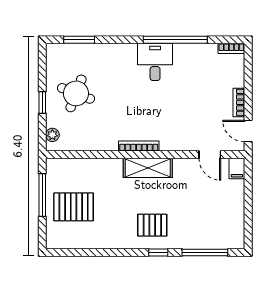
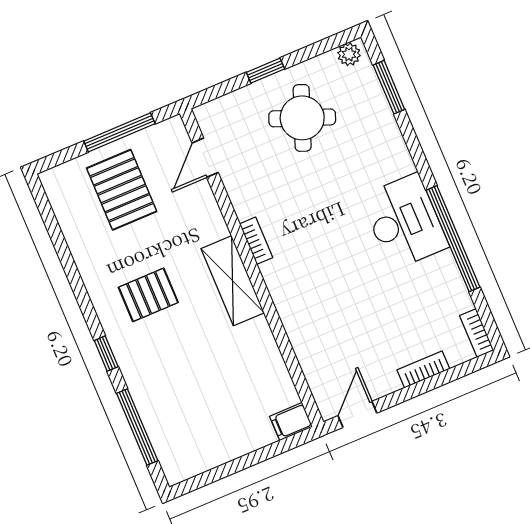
desk: (155, 62) -> (404, 222), width x1.37
bookcase: (239, 102) -> (423, 369), moved
plant: (52, 135) -> (349, 54), moved
bookcase: (139, 146) -> (256, 241), width x0.64
door: (210, 155) -> (205, 158), moved
pallet: (152, 225) -> (148, 295), moved, turned 90

